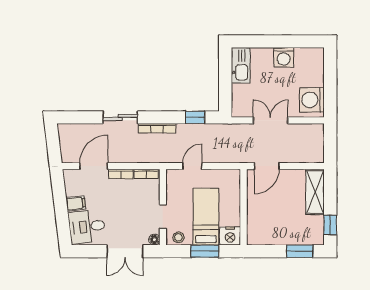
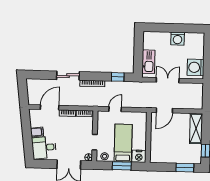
kitchen sink: (241, 65) -> (148, 62), moved

